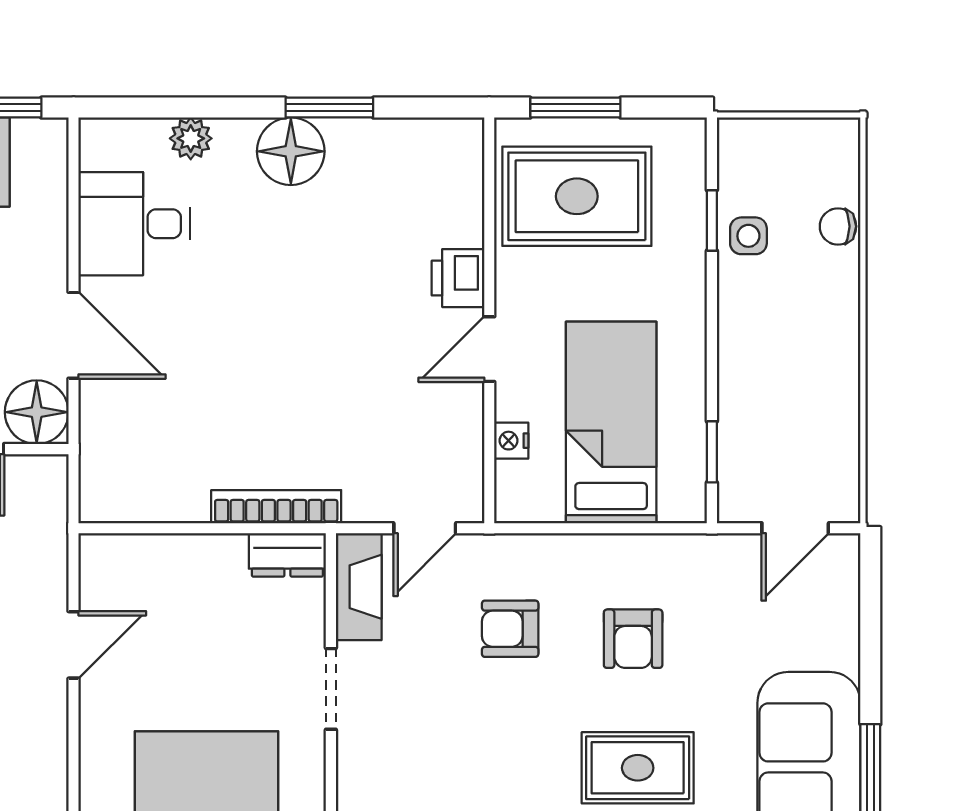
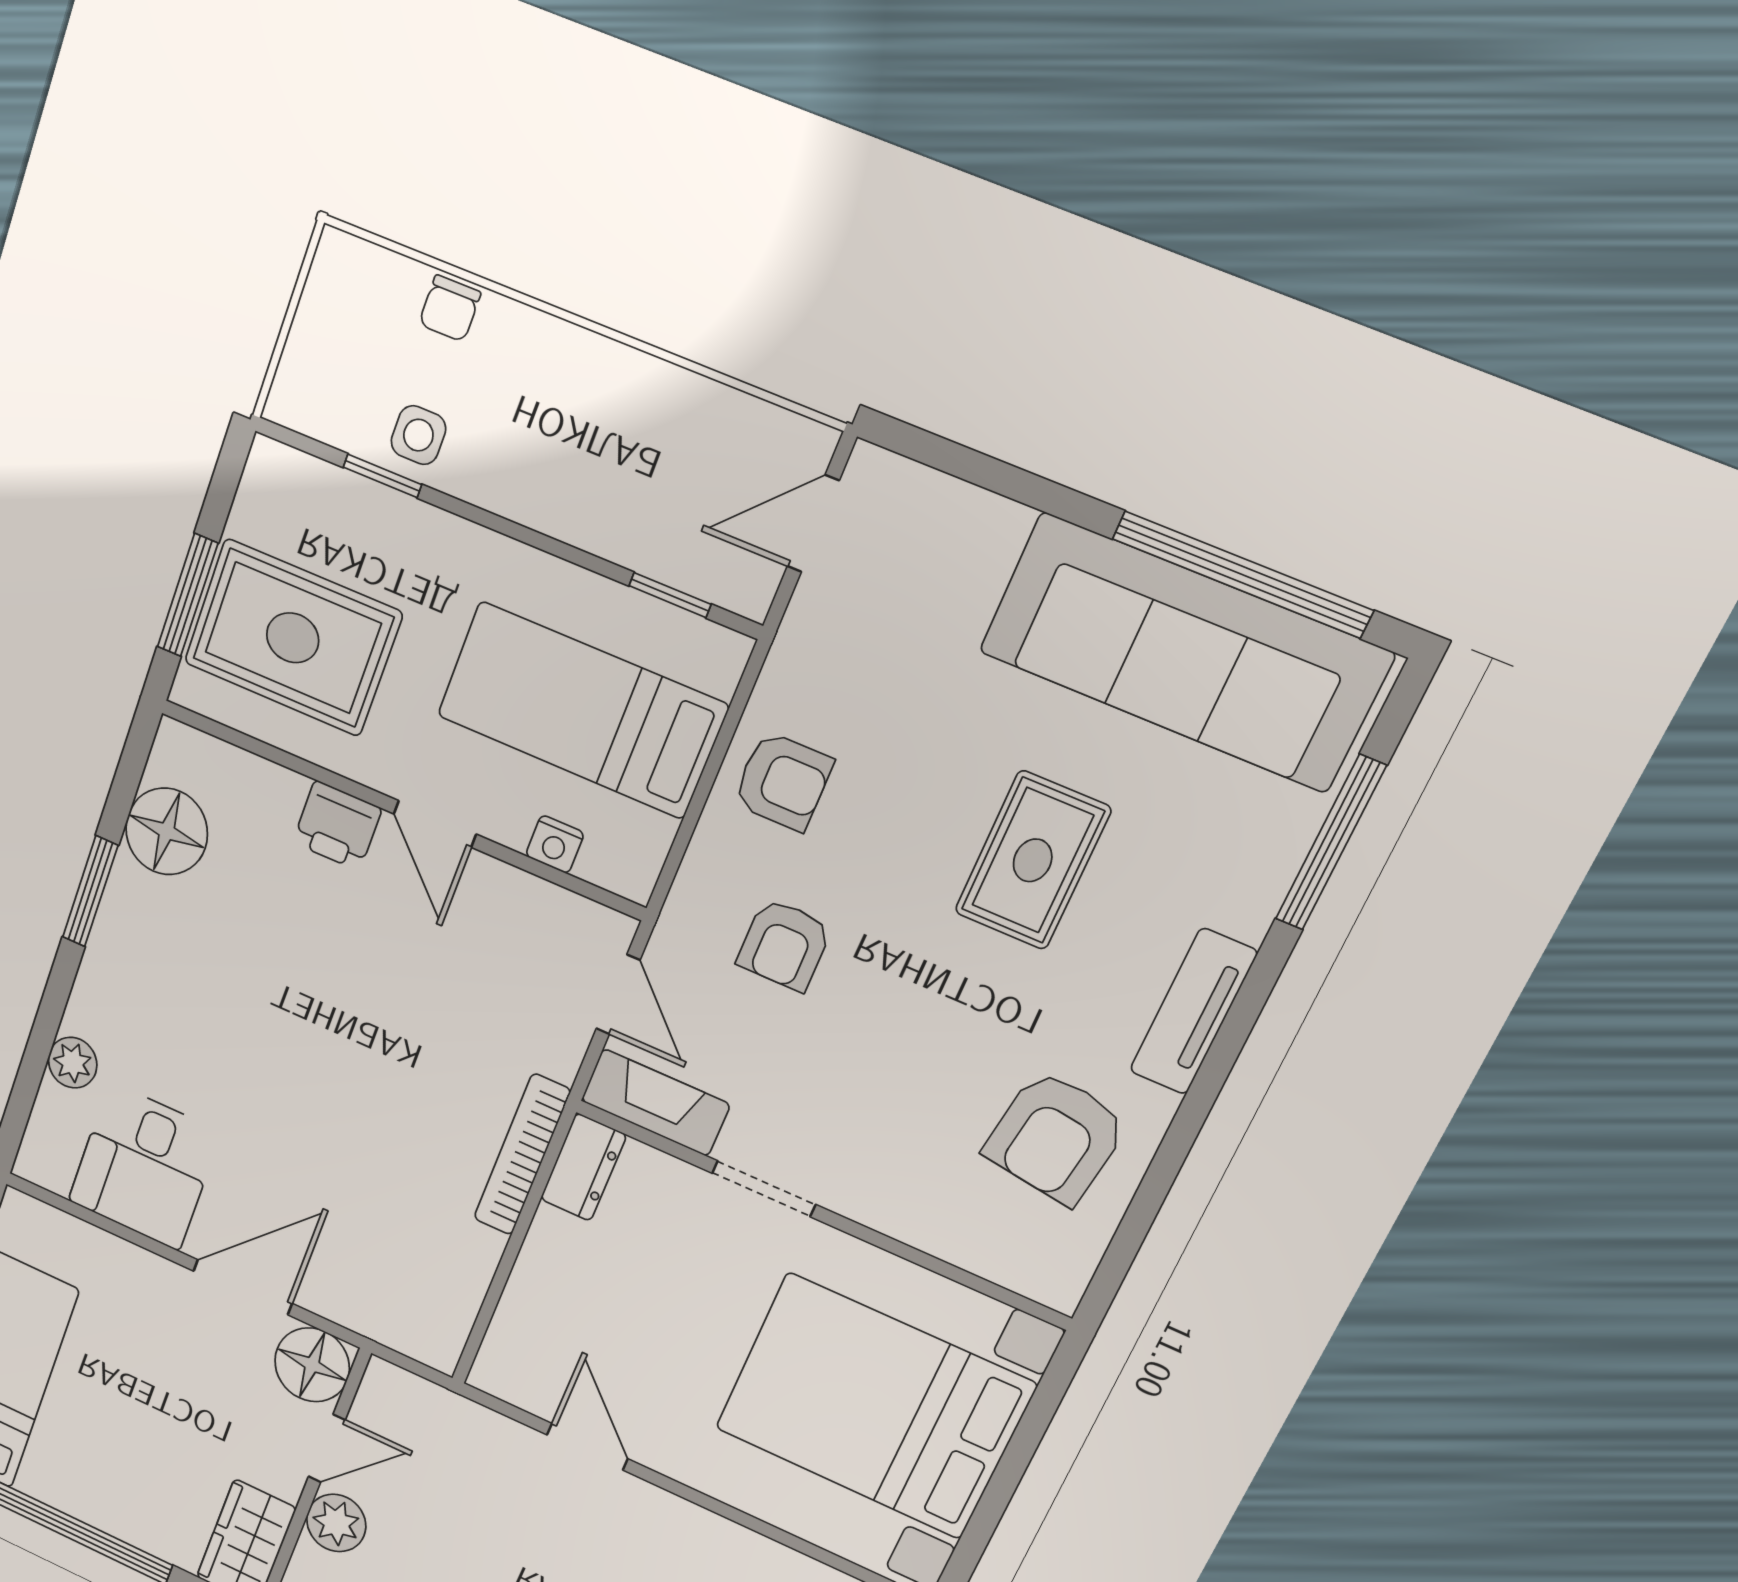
floor lamp: (291, 151) -> (167, 831), moved
rug: (577, 196) -> (293, 638), turned 90
door: (795, 528) -> (813, 524), swing flipped
armchair: (633, 639) -> (783, 781), moved

